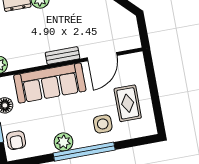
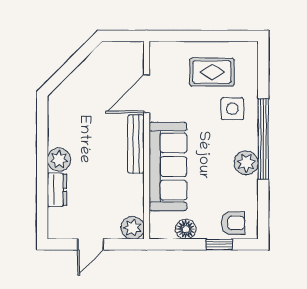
bench: (62, 56) -> (136, 144), width x1.36
door: (102, 57) -> (147, 94), swing flipped

